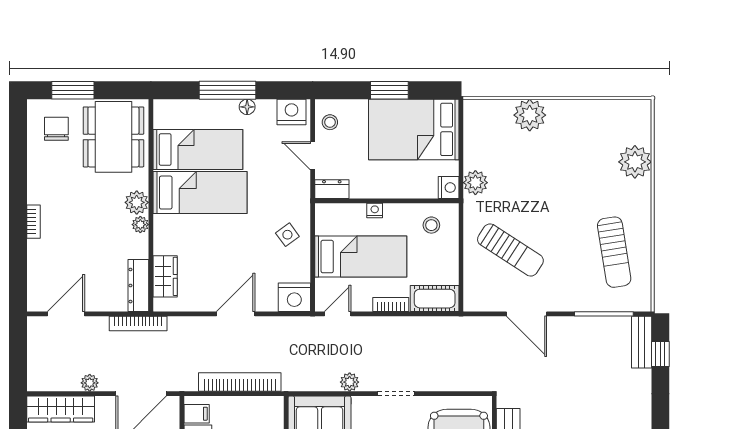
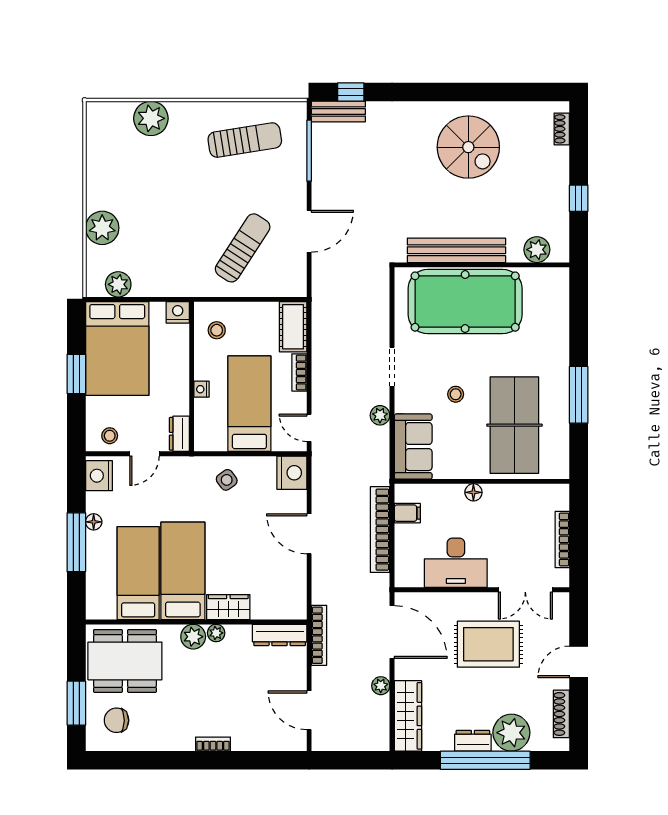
plant: (475, 183) -> (118, 284), moved
wardrobe: (165, 276) -> (228, 607), moved
filing cabinet: (197, 414) -> (407, 513), moved, turned 90

